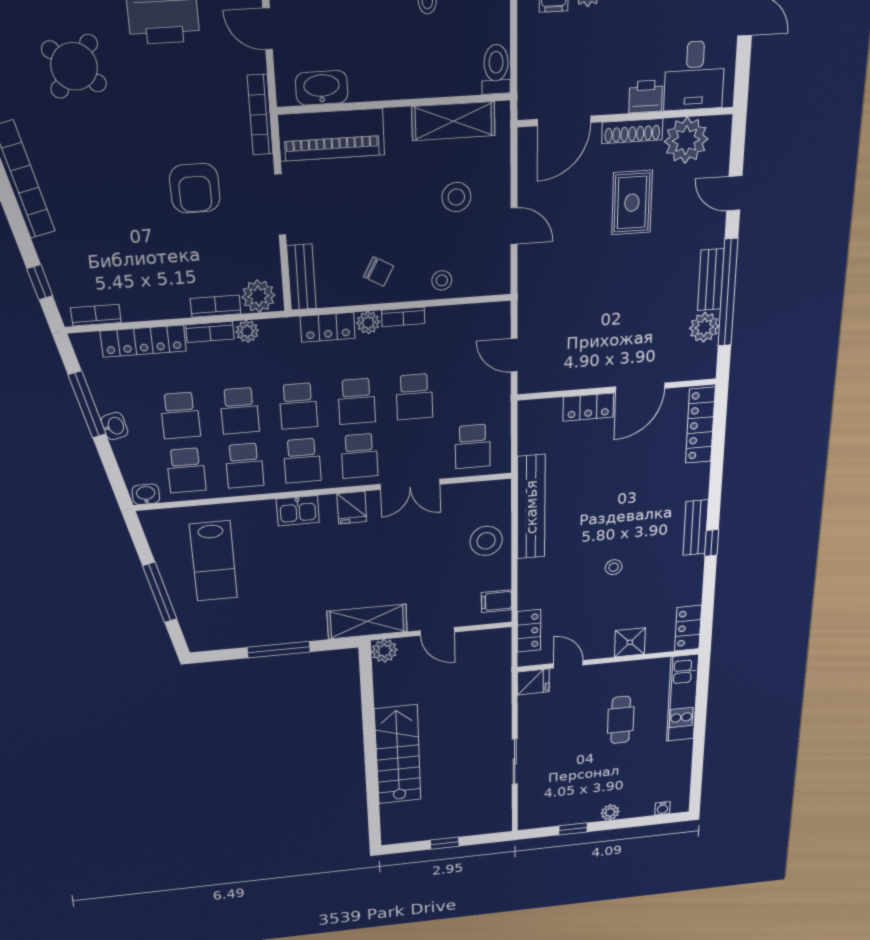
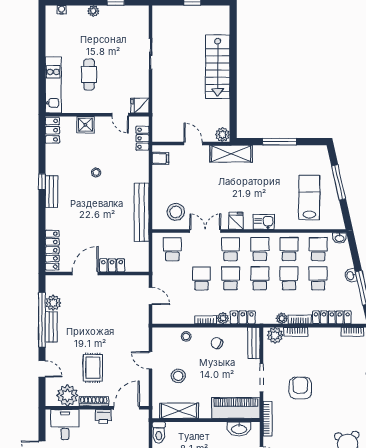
printer: (646, 96) -> (103, 417), moved
stool: (486, 541) -> (176, 212), moved

